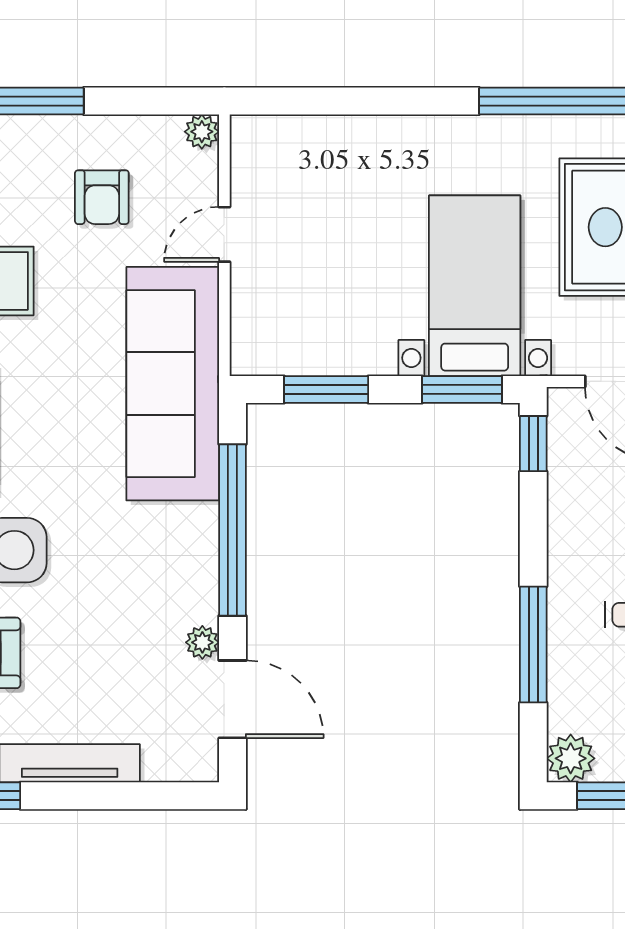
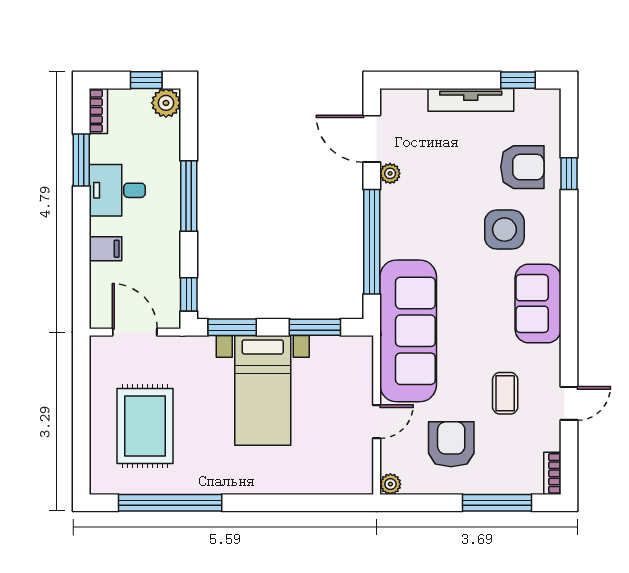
armchair: (102, 197) -> (451, 444), width x1.38, depth x1.38
bed with nightstands: (475, 286) -> (263, 390), moved
window: (533, 645) -> (189, 196), moved

